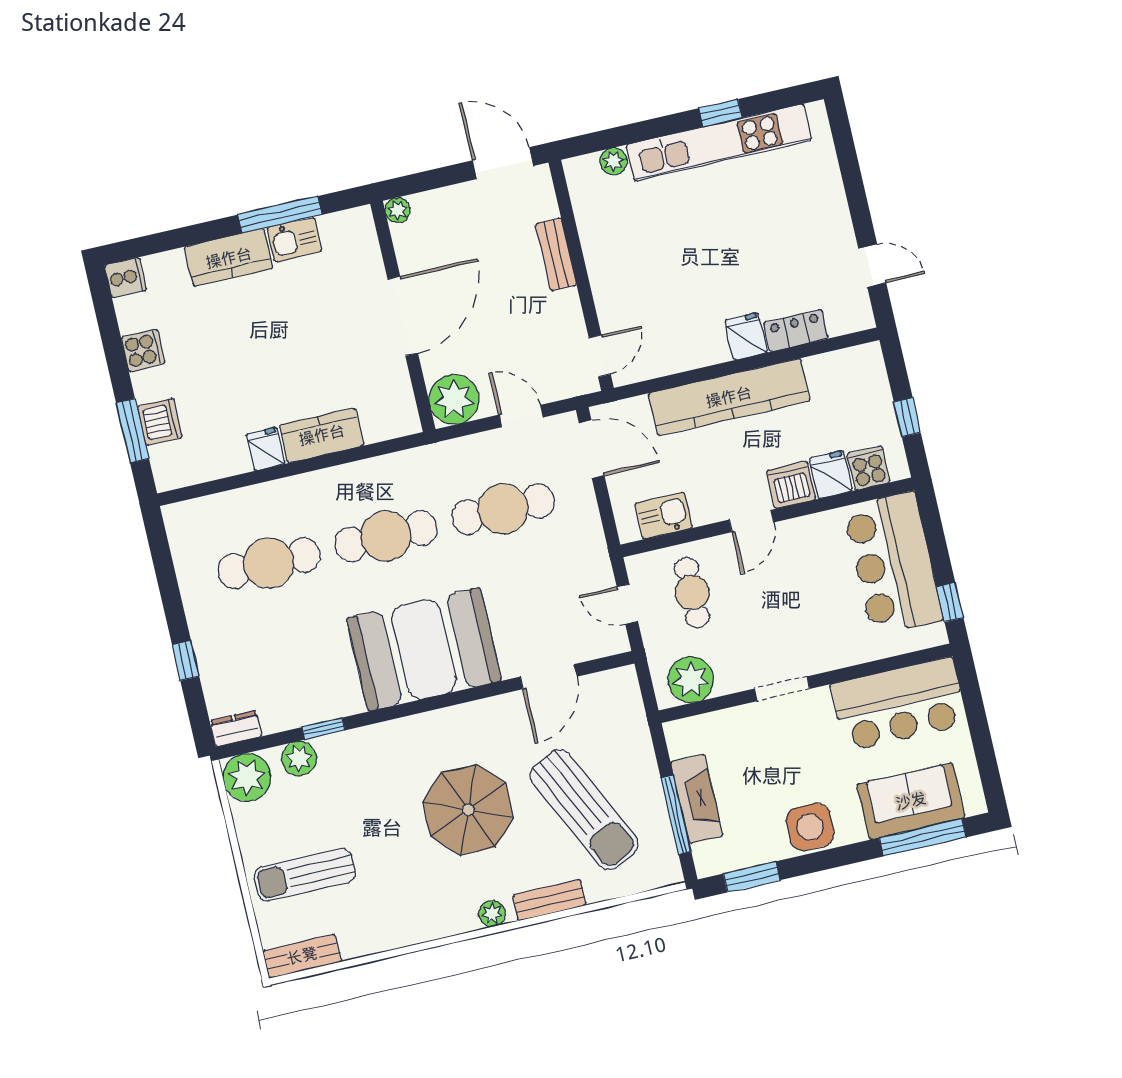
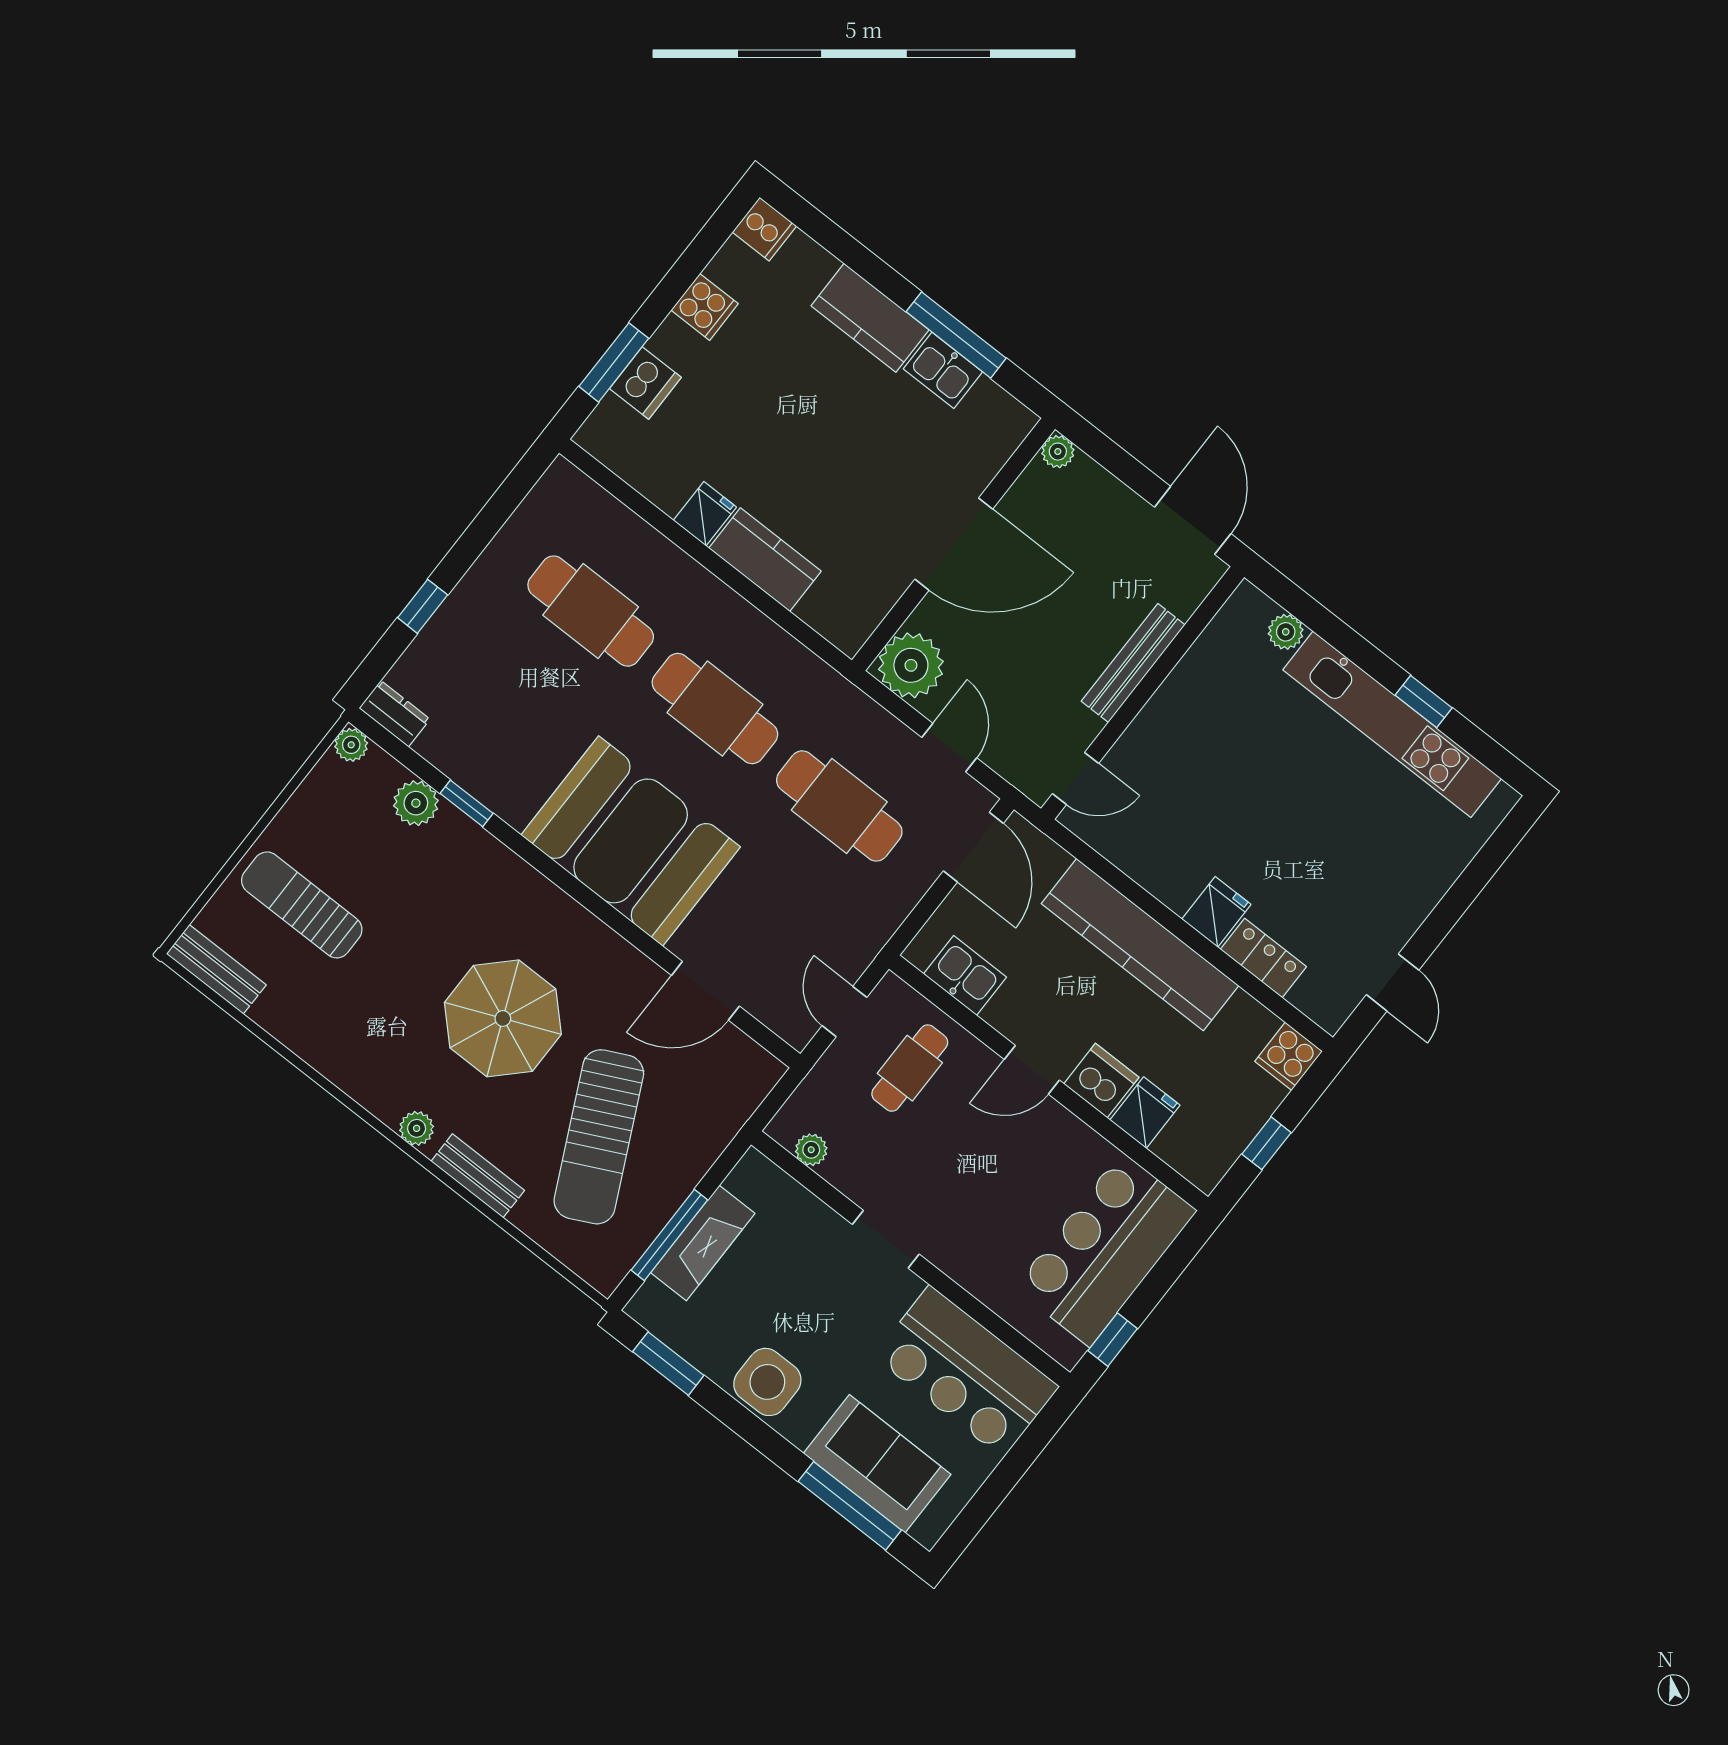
bench: (556, 254) -> (1133, 663), width x1.36
cooker: (869, 468) -> (1289, 1056), moved, turned 180
plant: (691, 680) -> (811, 1150), width x0.53, depth x0.53
plant: (247, 777) -> (351, 745), width x0.53, depth x0.53

